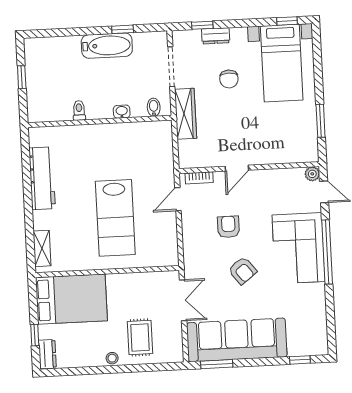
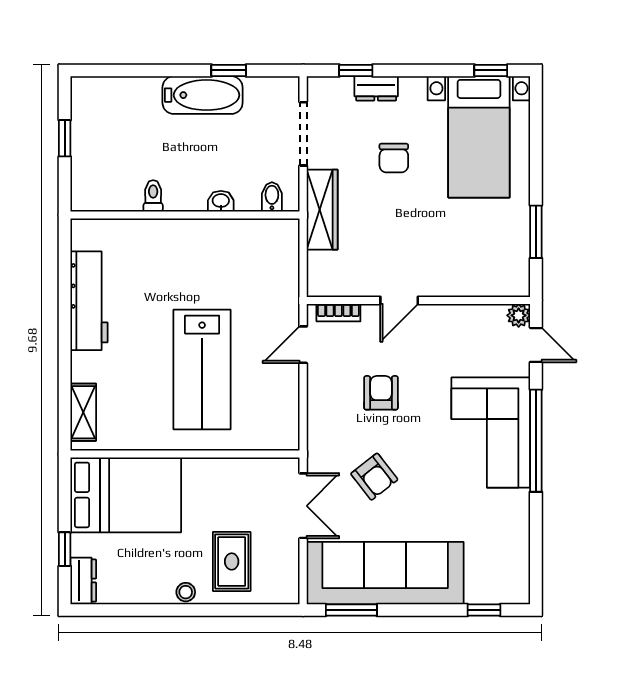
armchair: (243, 271) -> (374, 477), moved

